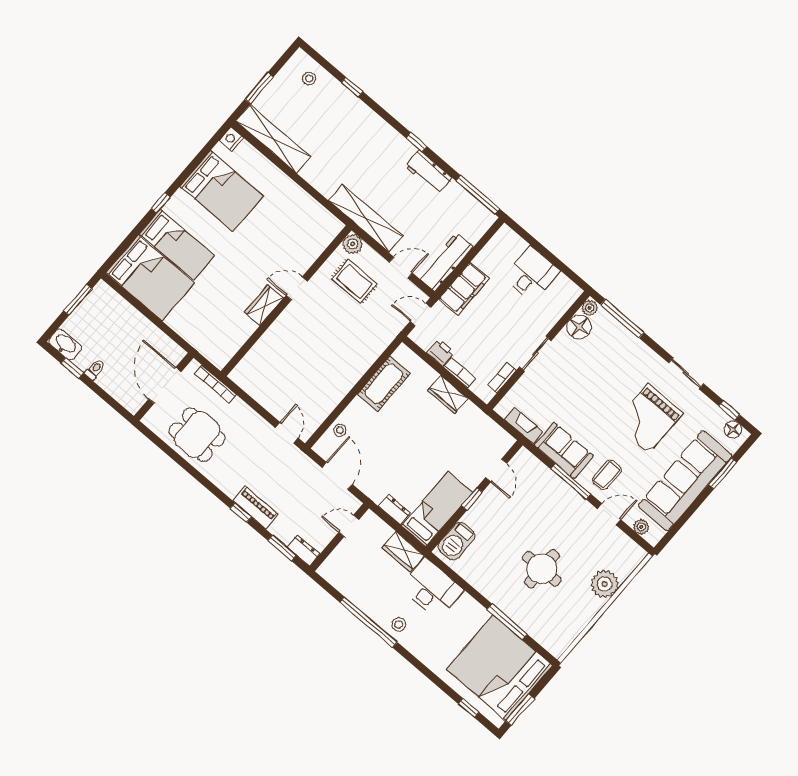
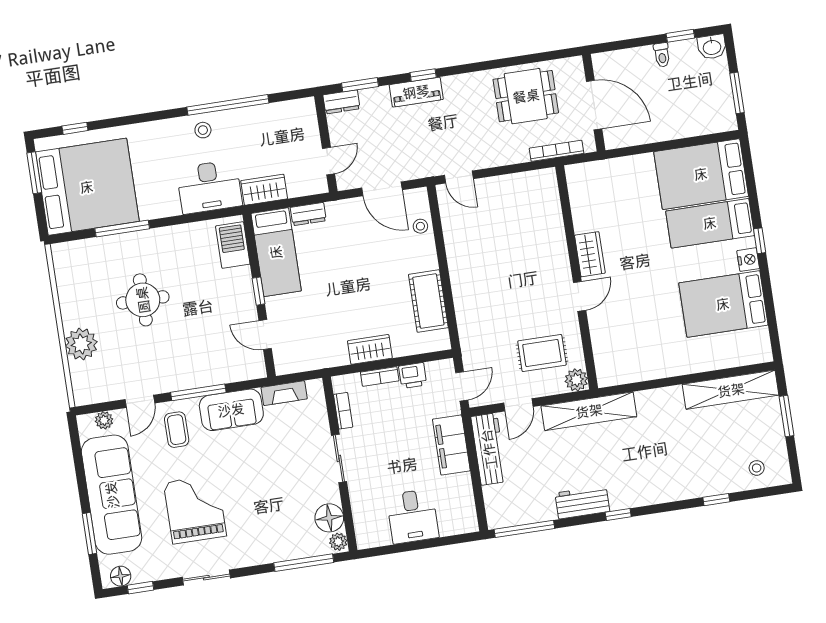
nightstand: (231, 139) -> (748, 260), moved
washbasin: (65, 344) -> (712, 47), width x0.72

